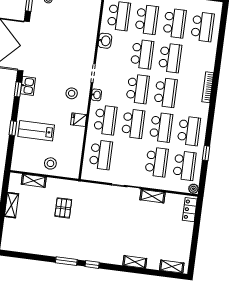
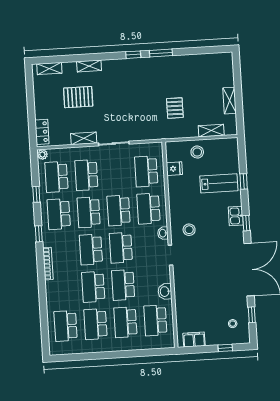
kitchen sink: (28, 86) -> (236, 216), moved
window: (211, 116) -> (39, 234), added
fridge: (79, 120) -> (174, 169), moved
pallet: (150, 235) -> (78, 97), added

